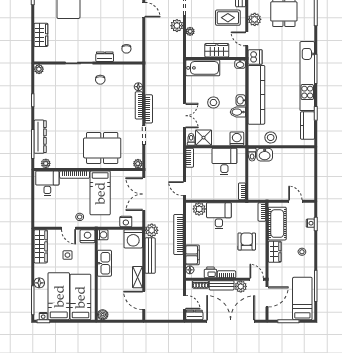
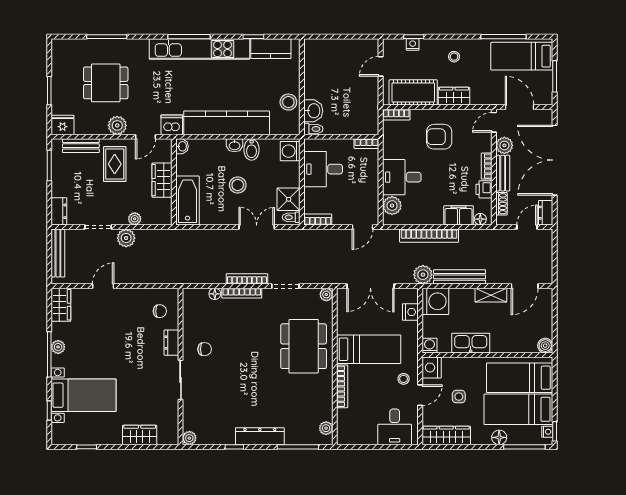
dresser: (40, 137) -> (260, 436), moved
desk: (47, 183) -> (395, 427), moved, turned -90

